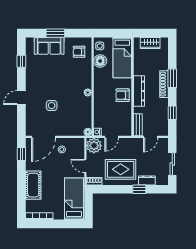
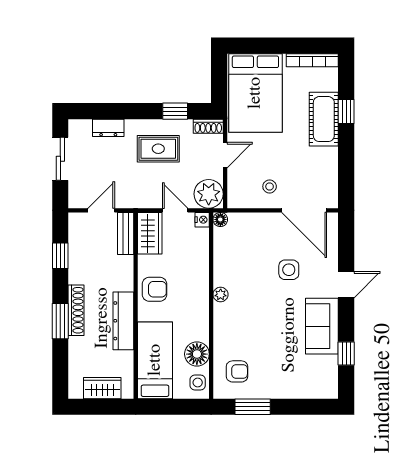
window: (55, 33) -> (253, 407), moved
sofa: (49, 46) -> (322, 326), moved, turned -90
dresser: (139, 91) -> (123, 321), moved
wardrobe: (125, 125) -> (150, 233), added
door: (44, 137) -> (304, 210), swing flipped
door: (112, 137) -> (175, 210), hinge flipped
window: (21, 154) -> (346, 112), moved
door: (85, 166) -> (225, 155), hinge flipped
rug: (121, 169) -> (158, 149), width x0.73, depth x0.70
window: (139, 189) -> (175, 111), moved
bed: (74, 199) -> (255, 93), width x1.50

